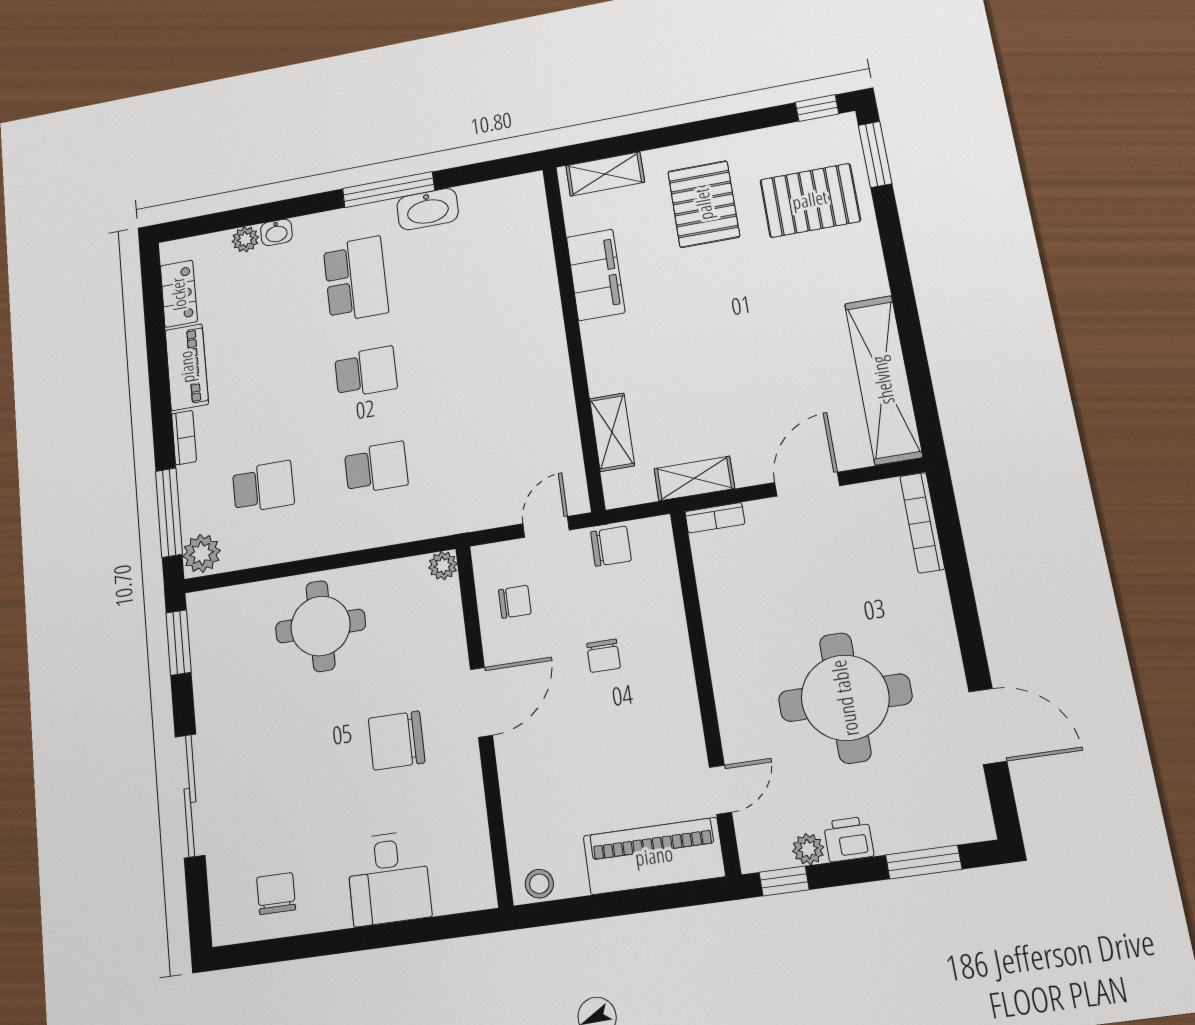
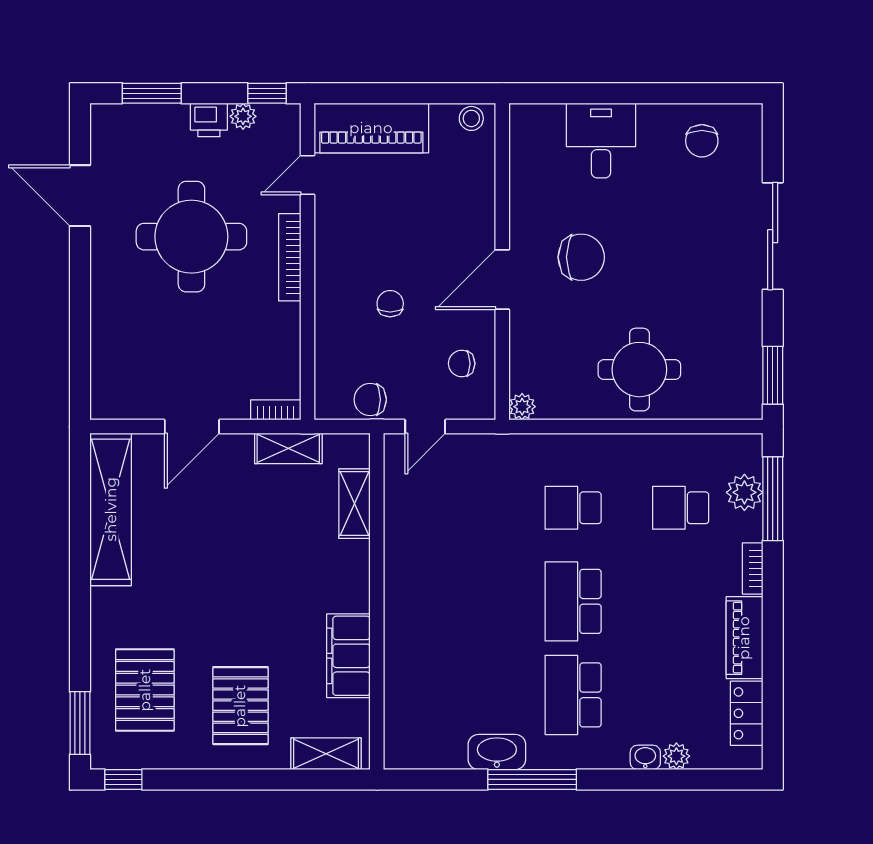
pallet: (810, 200) -> (145, 690), turned 90
school desk: (366, 372) -> (573, 601), width x1.85
bookcase: (922, 523) -> (290, 257), moved, turned 180
plant: (202, 553) -> (744, 492), moved

